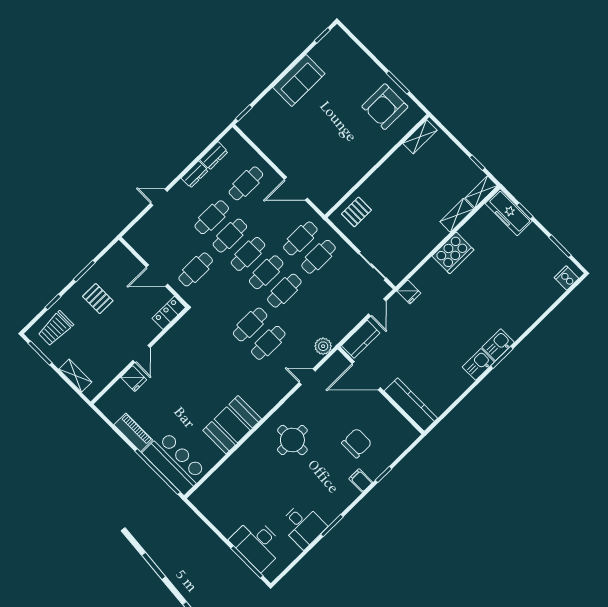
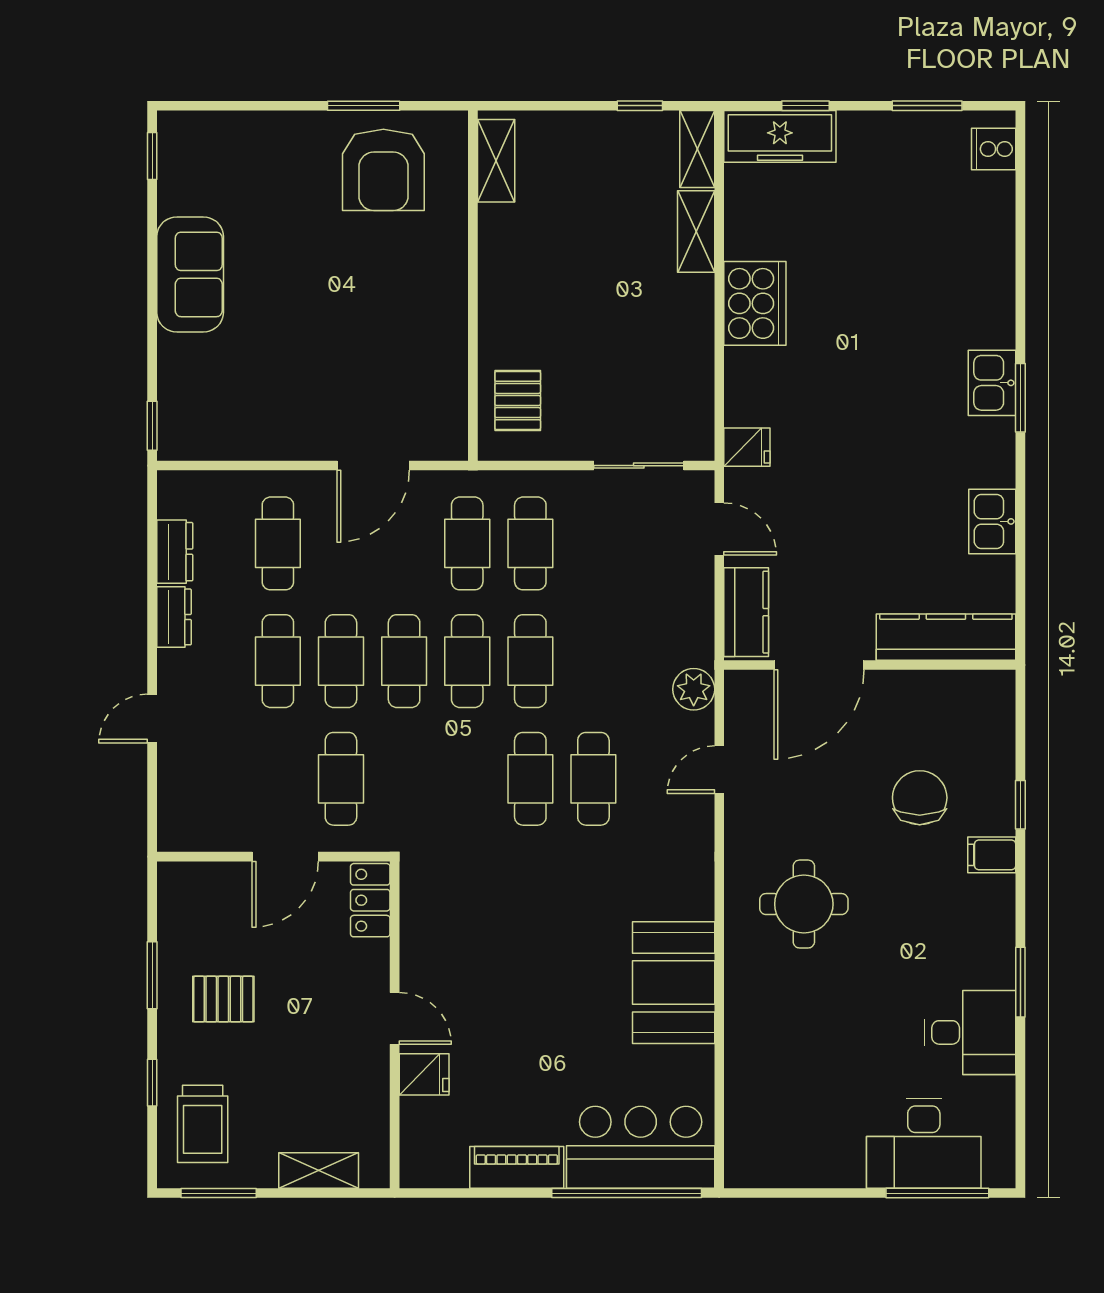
kitchen sink: (478, 364) -> (992, 521), moved

